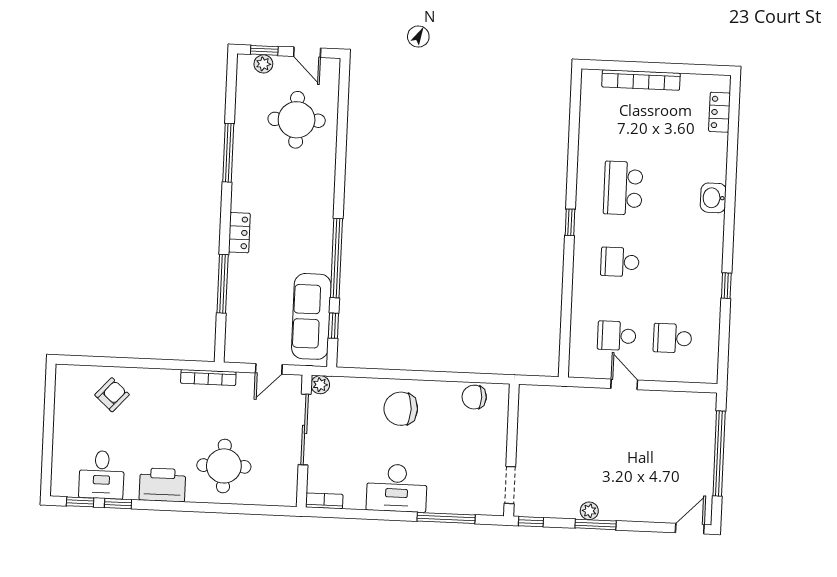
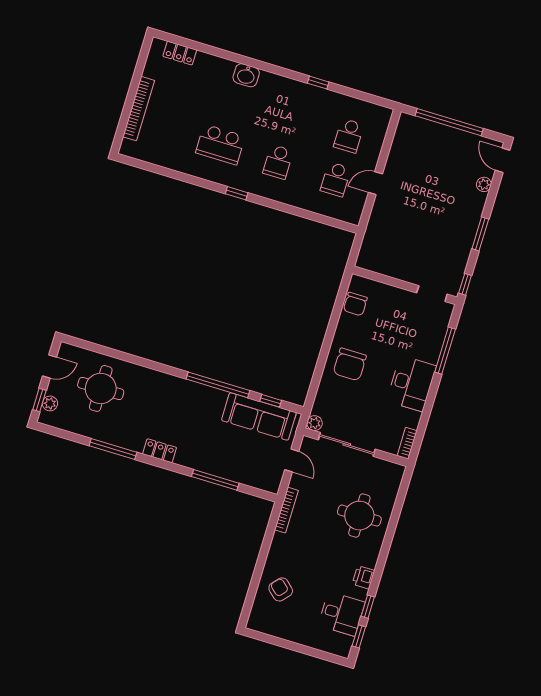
locker: (239, 233) -> (160, 451), moved
printer: (162, 485) -> (363, 577), width x0.53, depth x0.68
plant: (589, 511) -> (484, 184), moved

